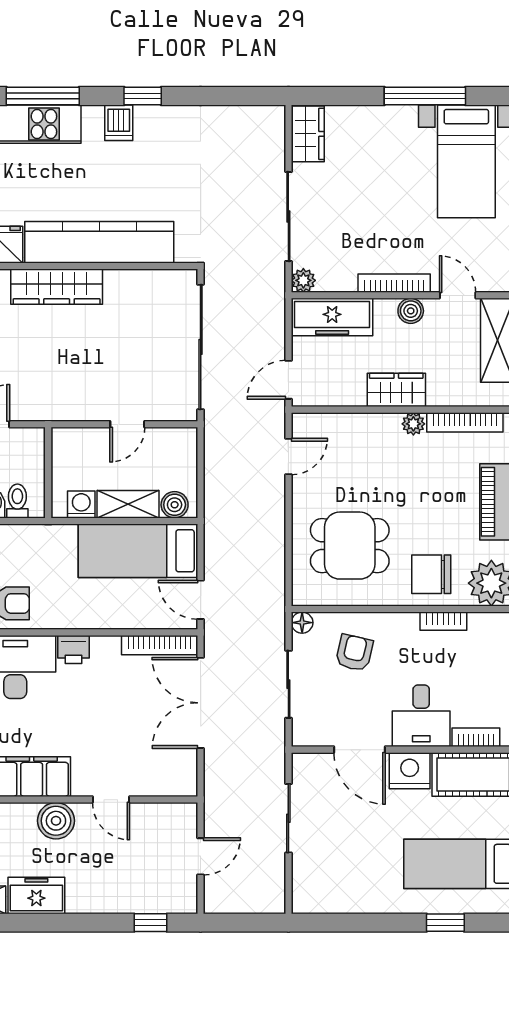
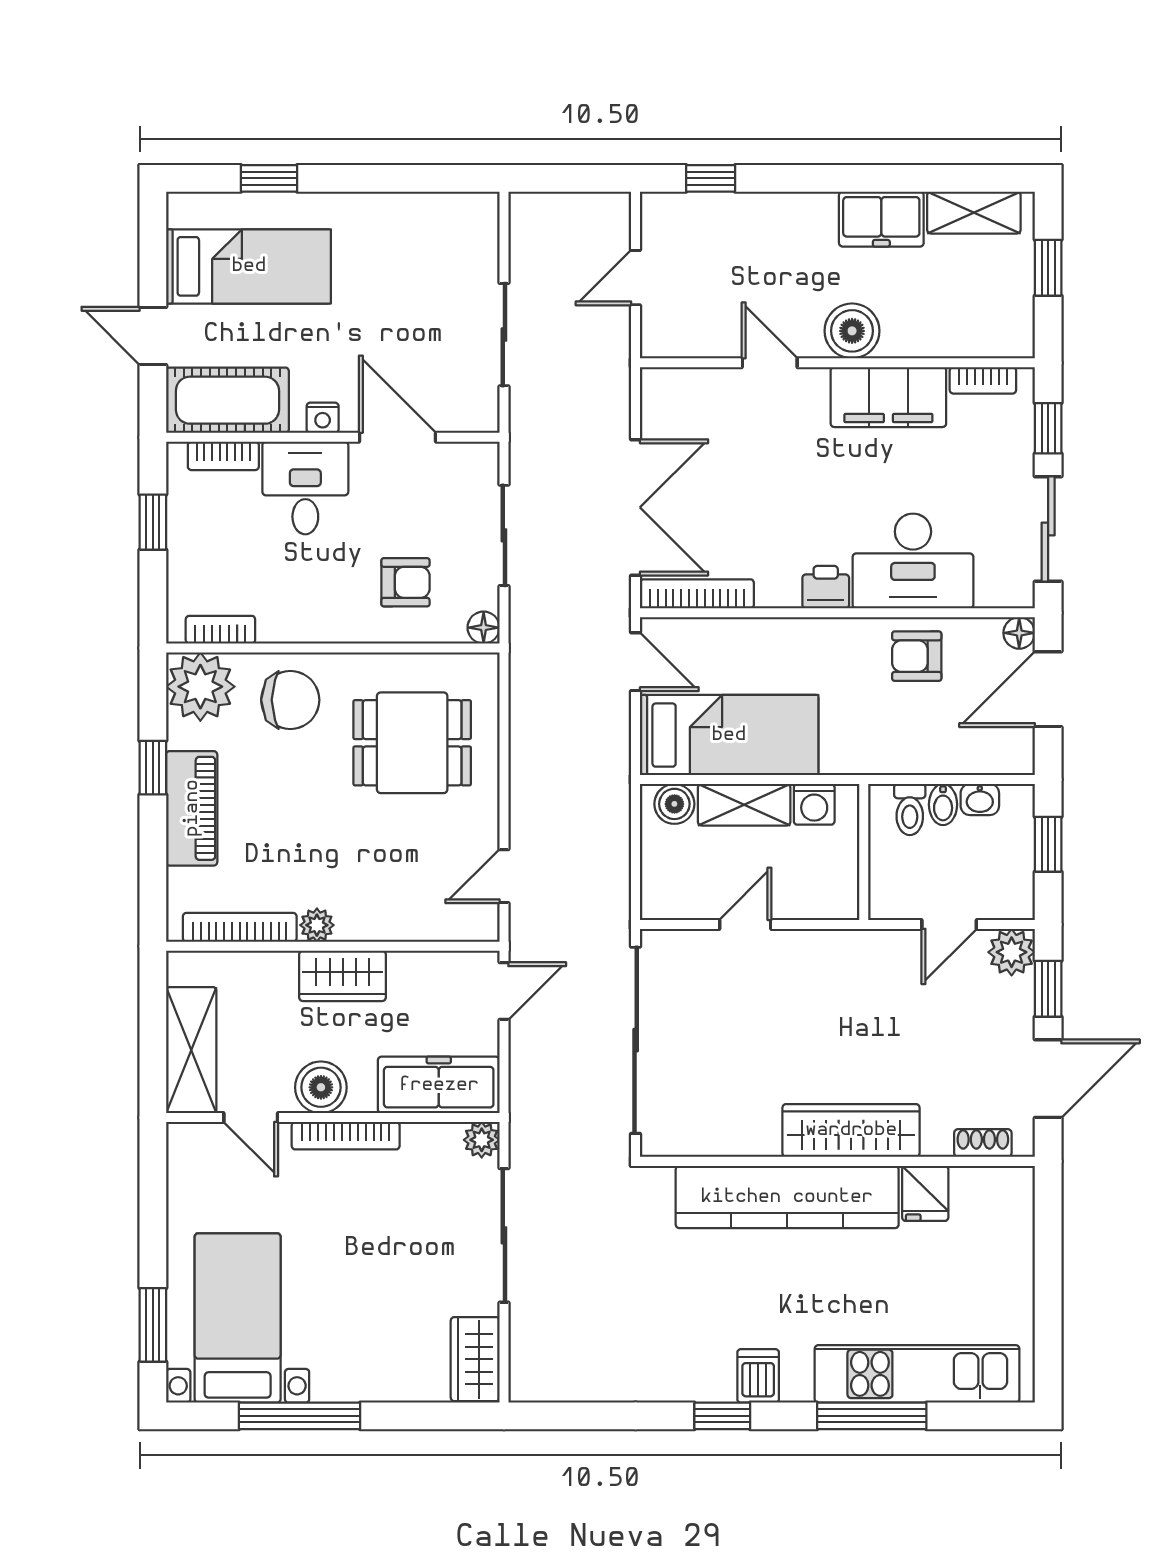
boiler: (411, 311) -> (321, 1087), width x1.36, depth x1.36
bookcase: (443, 621) -> (220, 630), moved
armchair: (354, 653) -> (405, 582), turned -103
nightstand: (410, 771) -> (323, 418), width x0.53, depth x0.56

